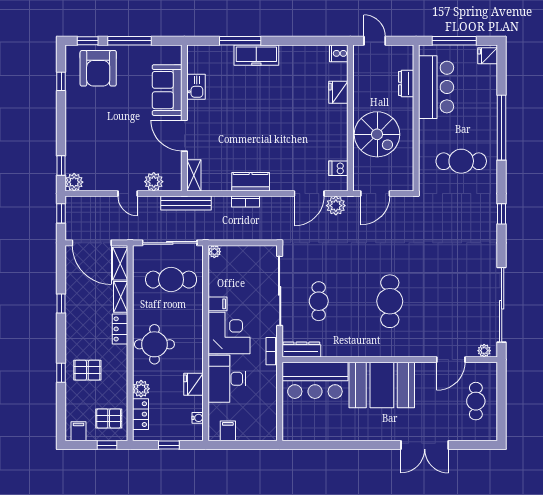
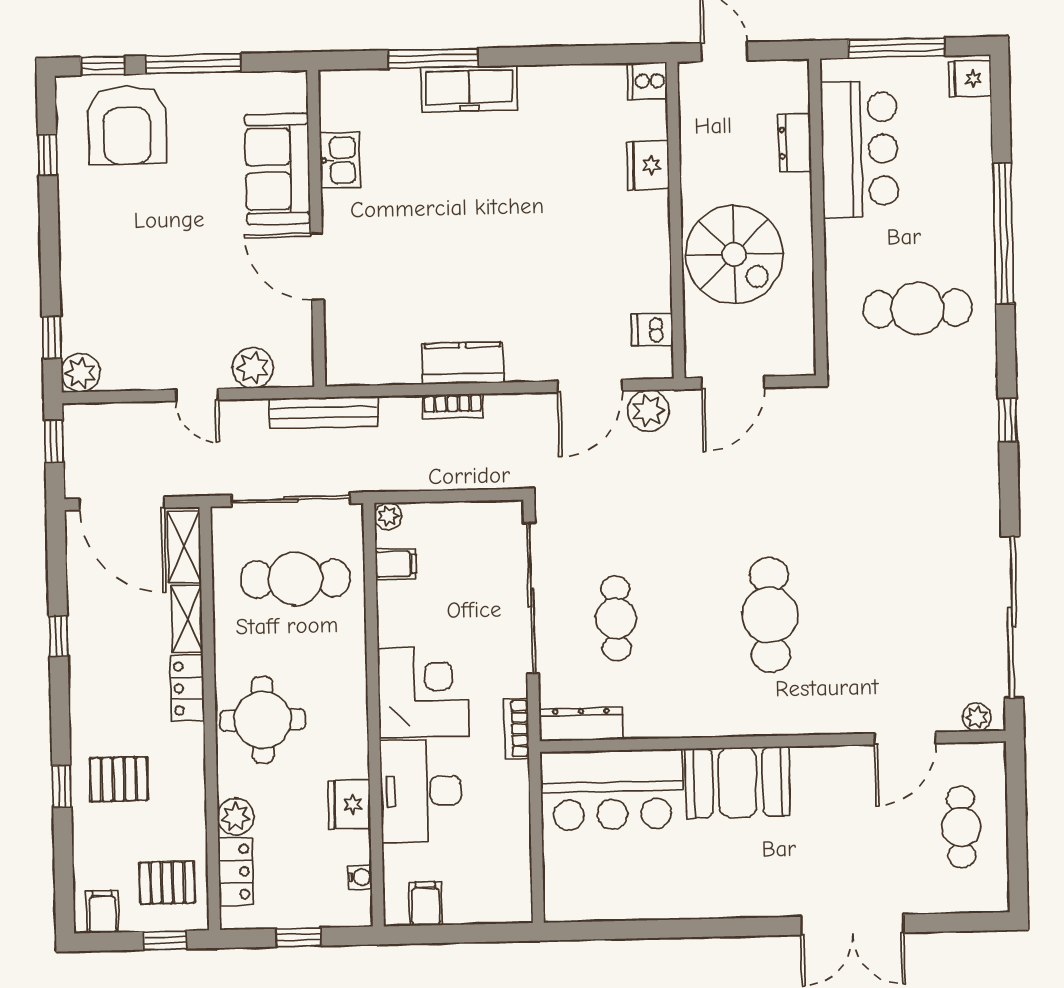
shelving: (194, 175) -> (340, 352), removed
filing cabinet: (218, 304) -> (396, 564), moved
booth: (382, 385) -> (738, 782), width x0.73, depth x0.70

